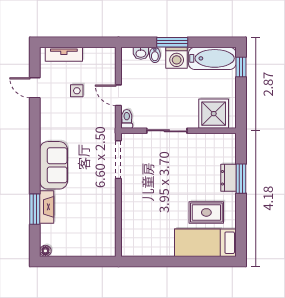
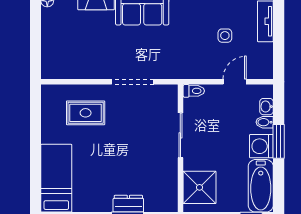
door: (118, 95) -> (235, 82), moved
doorway: (118, 160) -> (133, 82), moved
rug: (206, 212) -> (86, 113), moved, turned 90

